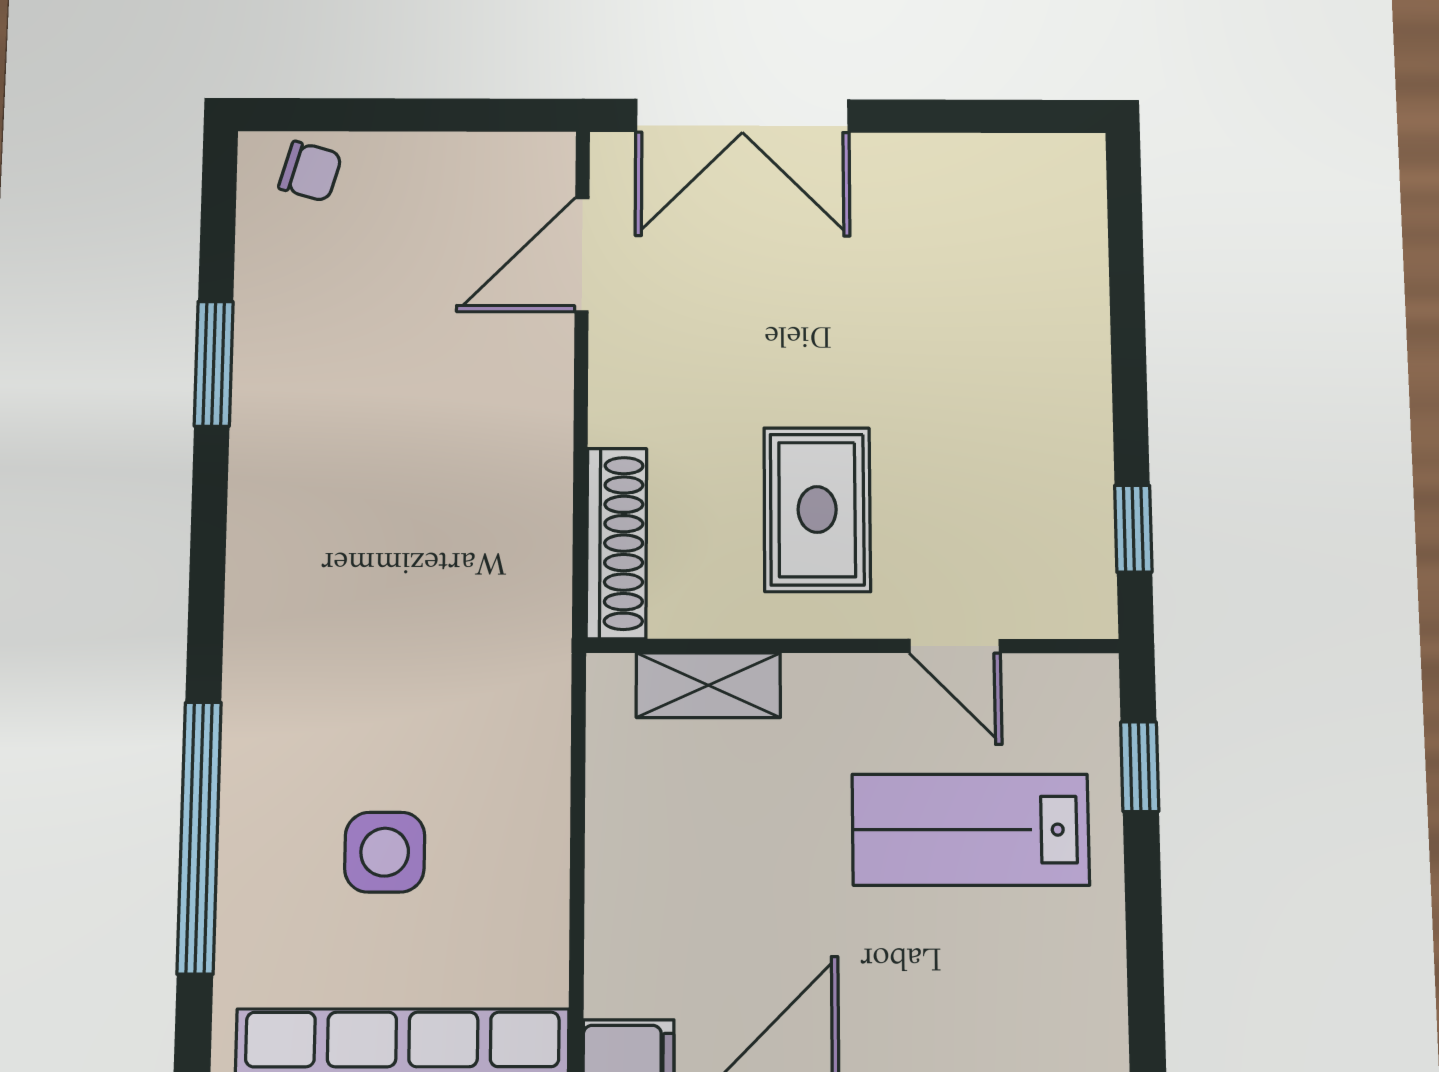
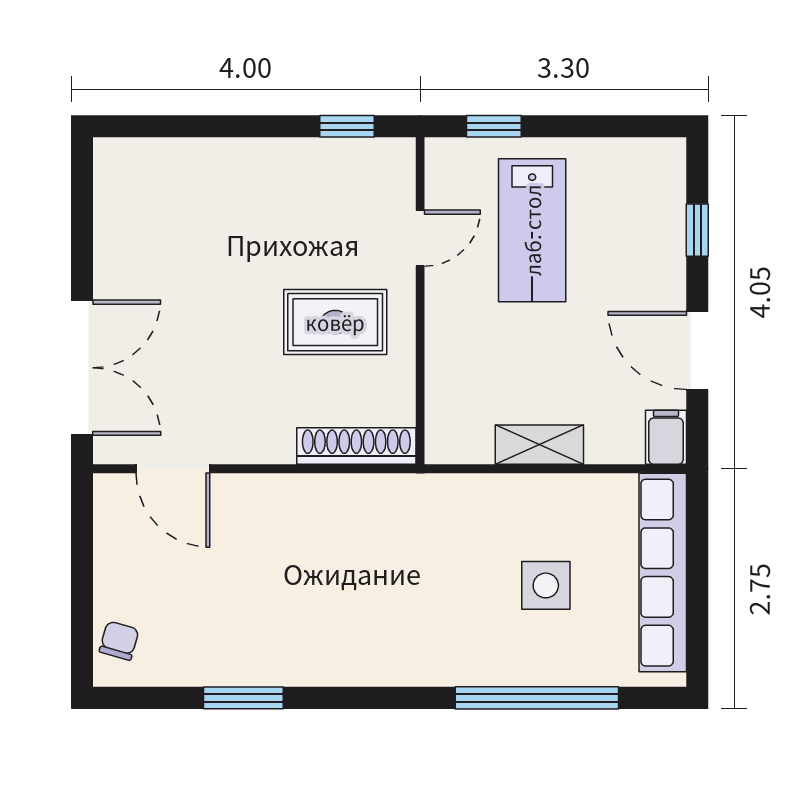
shelving: (708, 685) -> (539, 445), moved, turned 90

